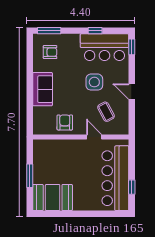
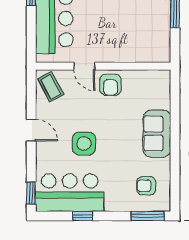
coffee table: (106, 112) -> (51, 87), moved
armchair: (65, 122) -> (111, 85), moved

